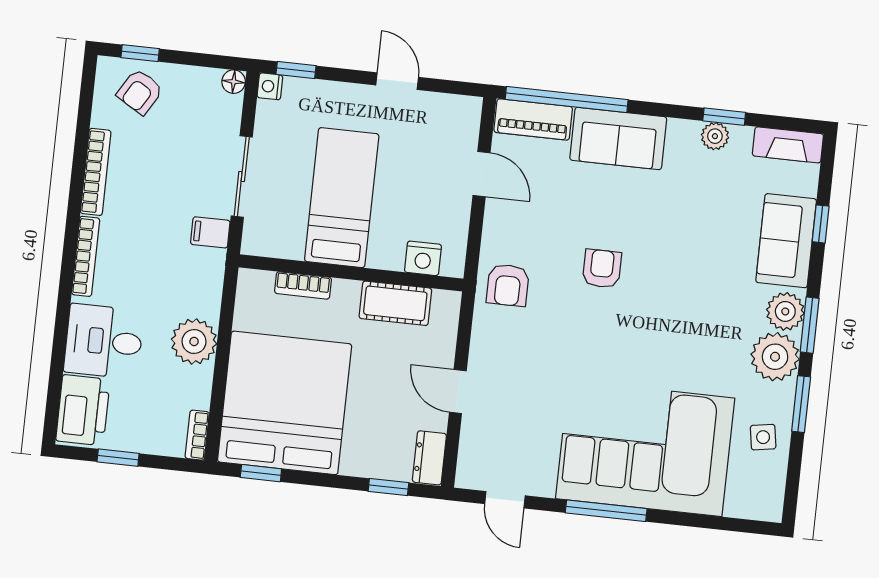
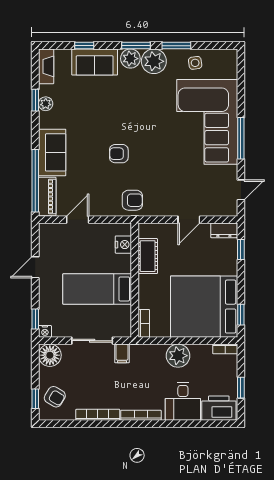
floor lamp: (234, 82) -> (50, 355), width x1.89, depth x1.89
bookcase: (303, 285) -> (144, 323), moved

